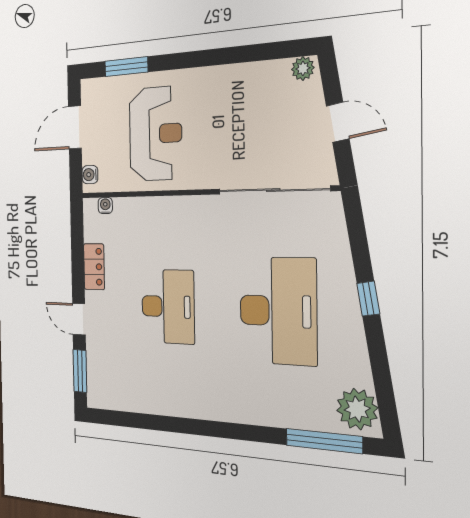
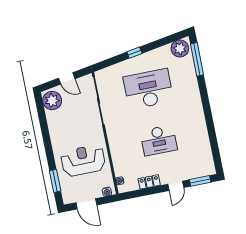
plant: (303, 68) -> (52, 101), width x1.88, depth x1.88
door: (338, 122) -> (67, 78), swing flipped
desk: (168, 307) -> (159, 140), turned 180

